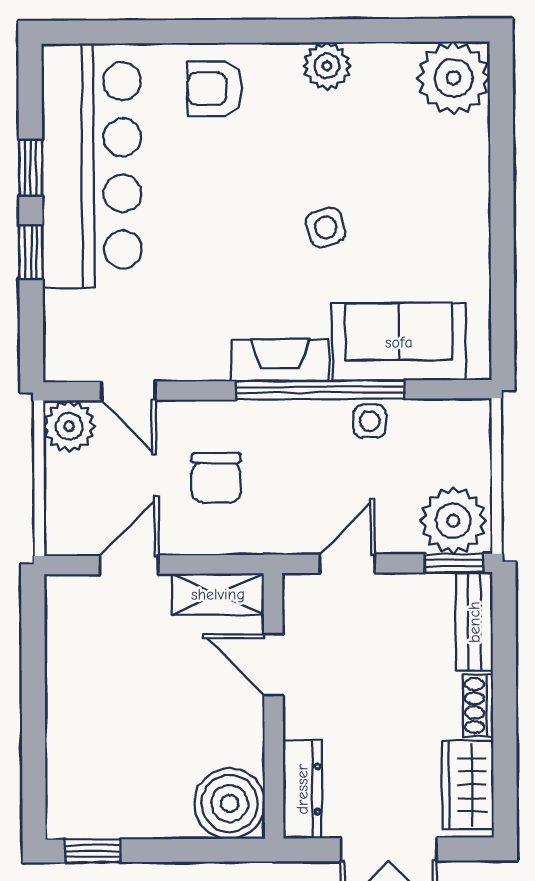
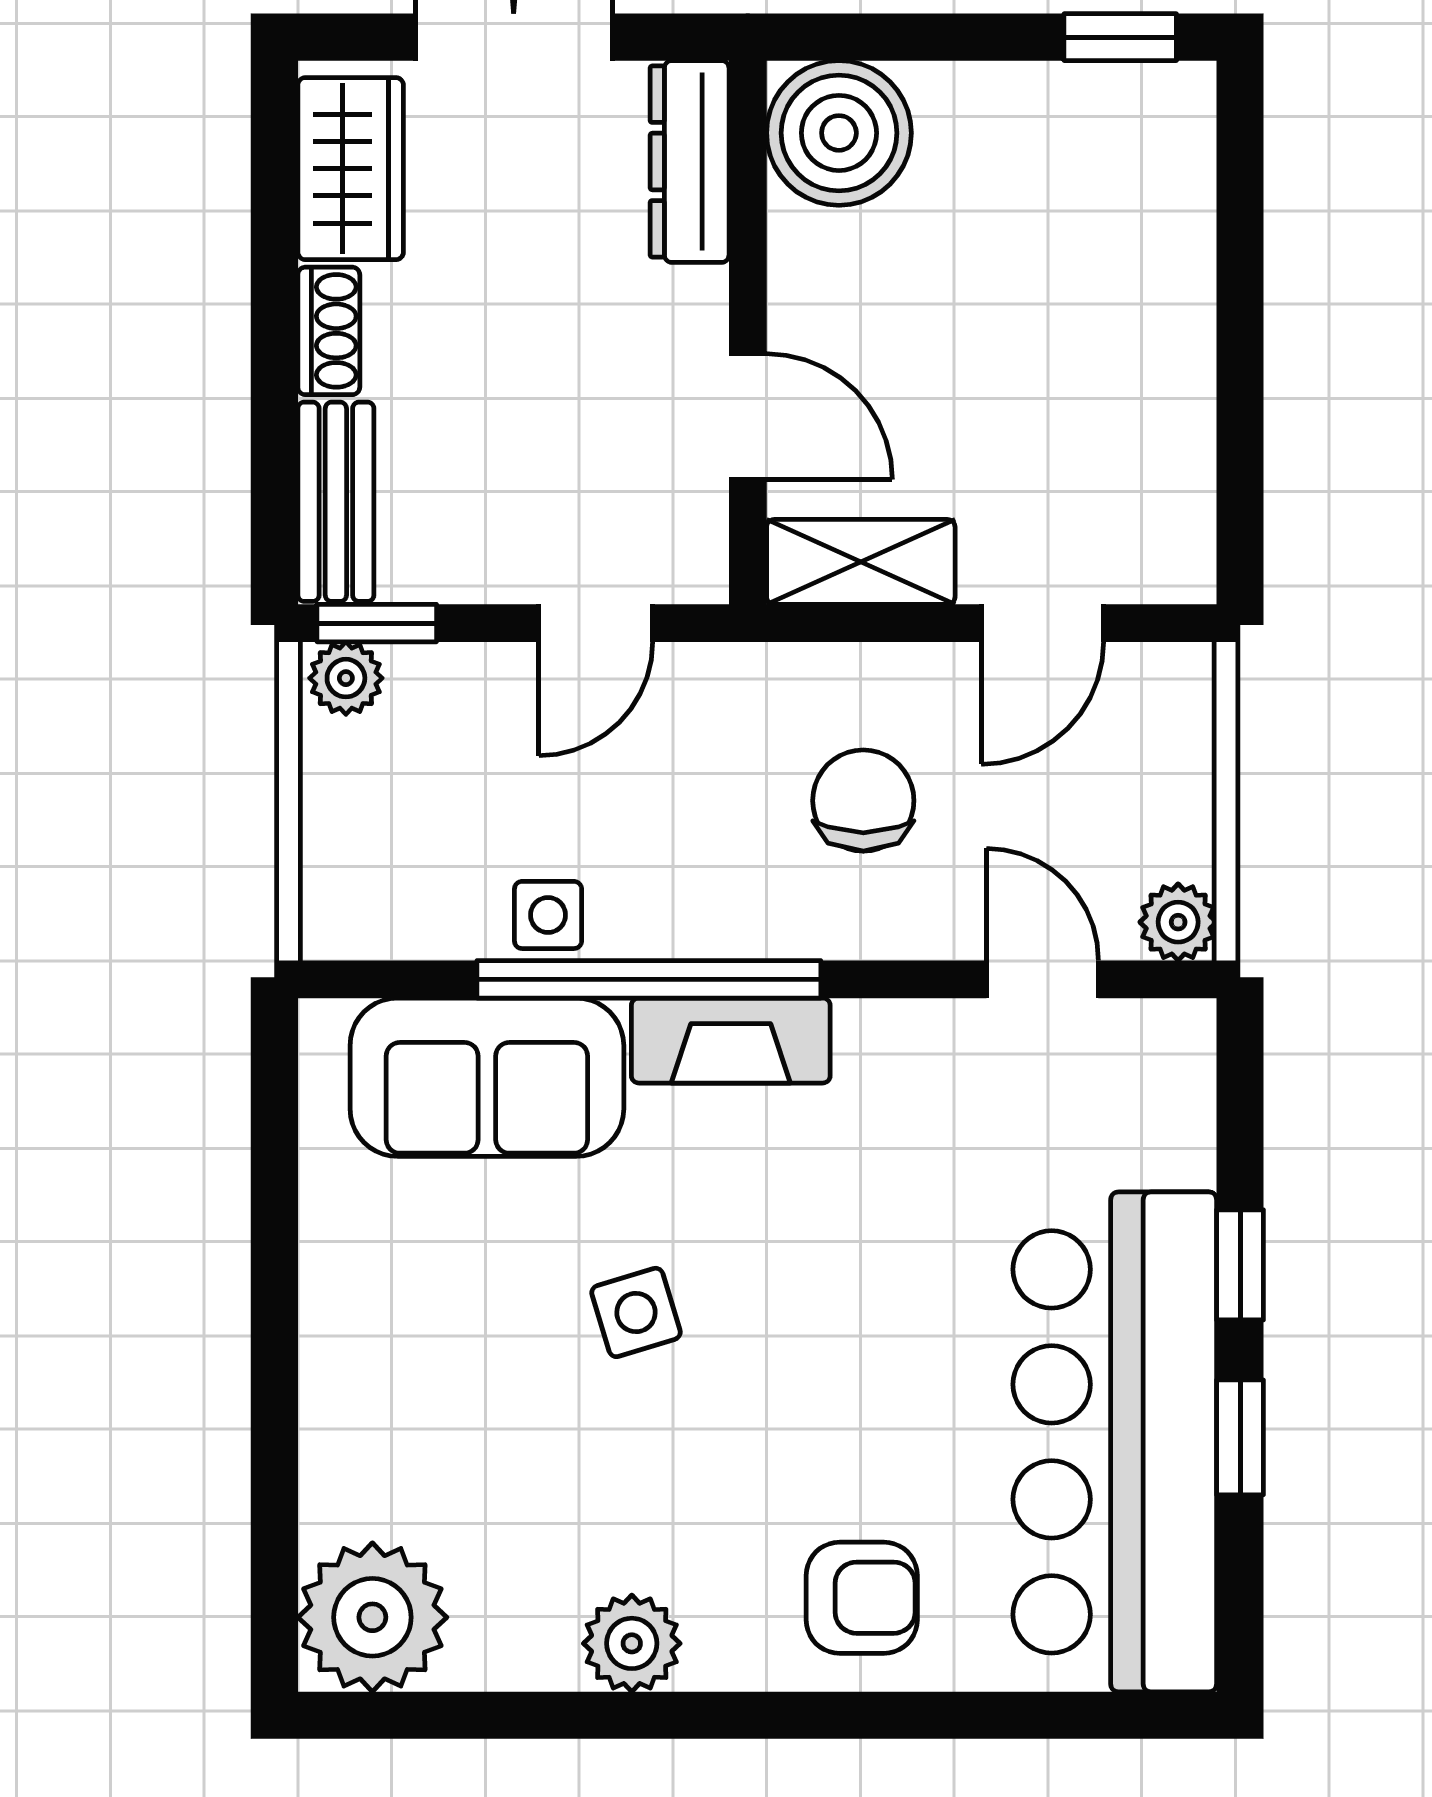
plant: (69, 426) -> (1178, 922), width x0.73, depth x0.73
plant: (453, 521) -> (346, 678), width x0.53, depth x0.53

